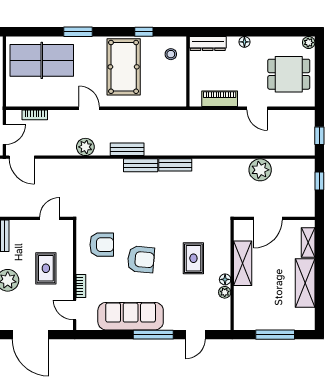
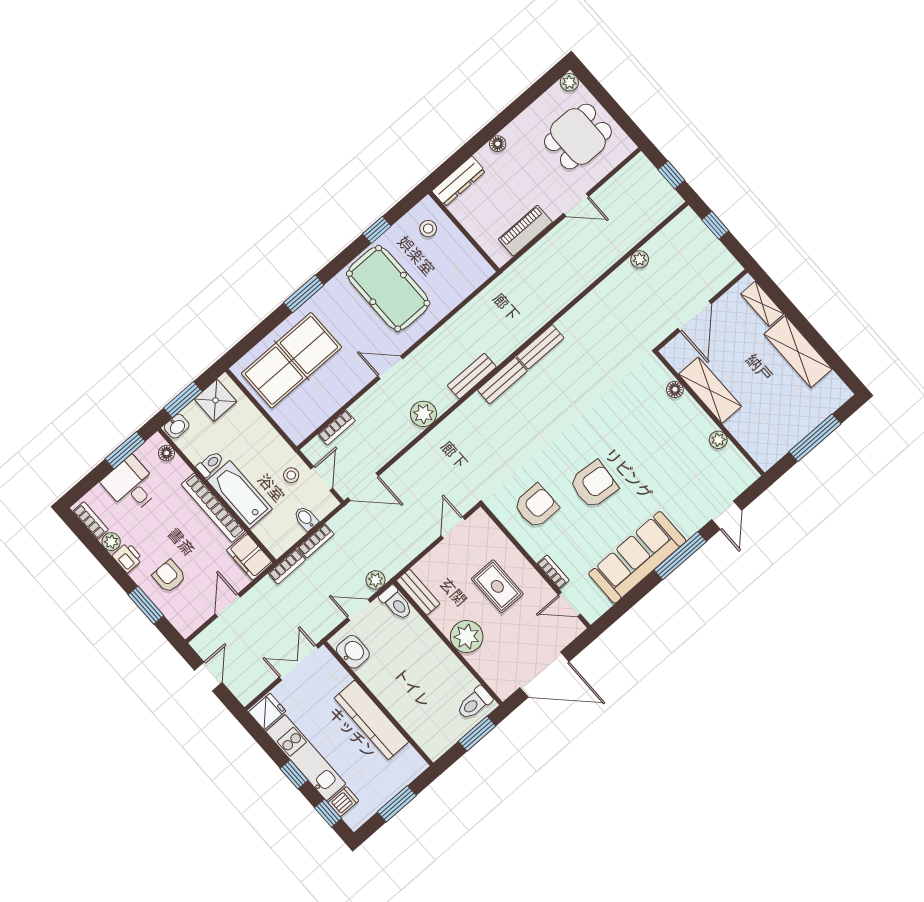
plant: (260, 170) -> (640, 259), width x0.53, depth x0.53
rug: (193, 258) -> (651, 432), removed
floor lamp: (225, 279) -> (675, 389), moved

